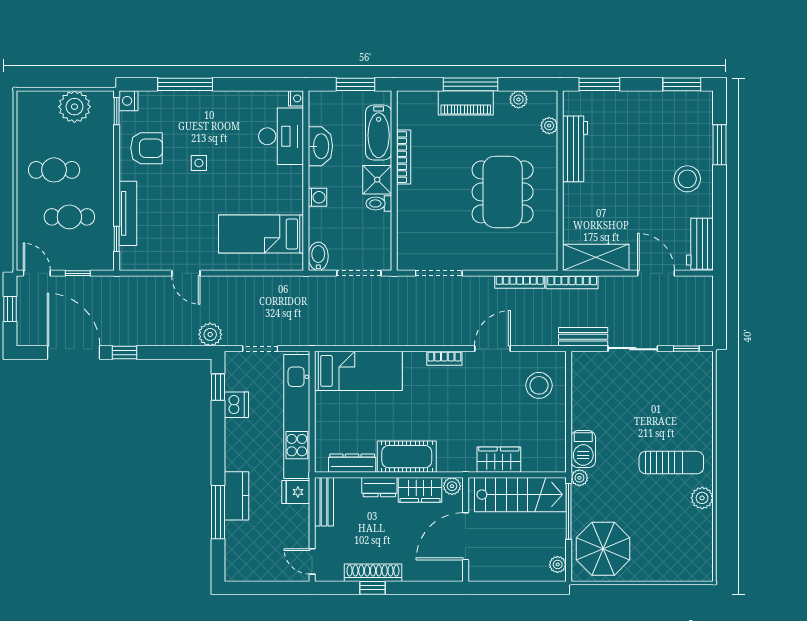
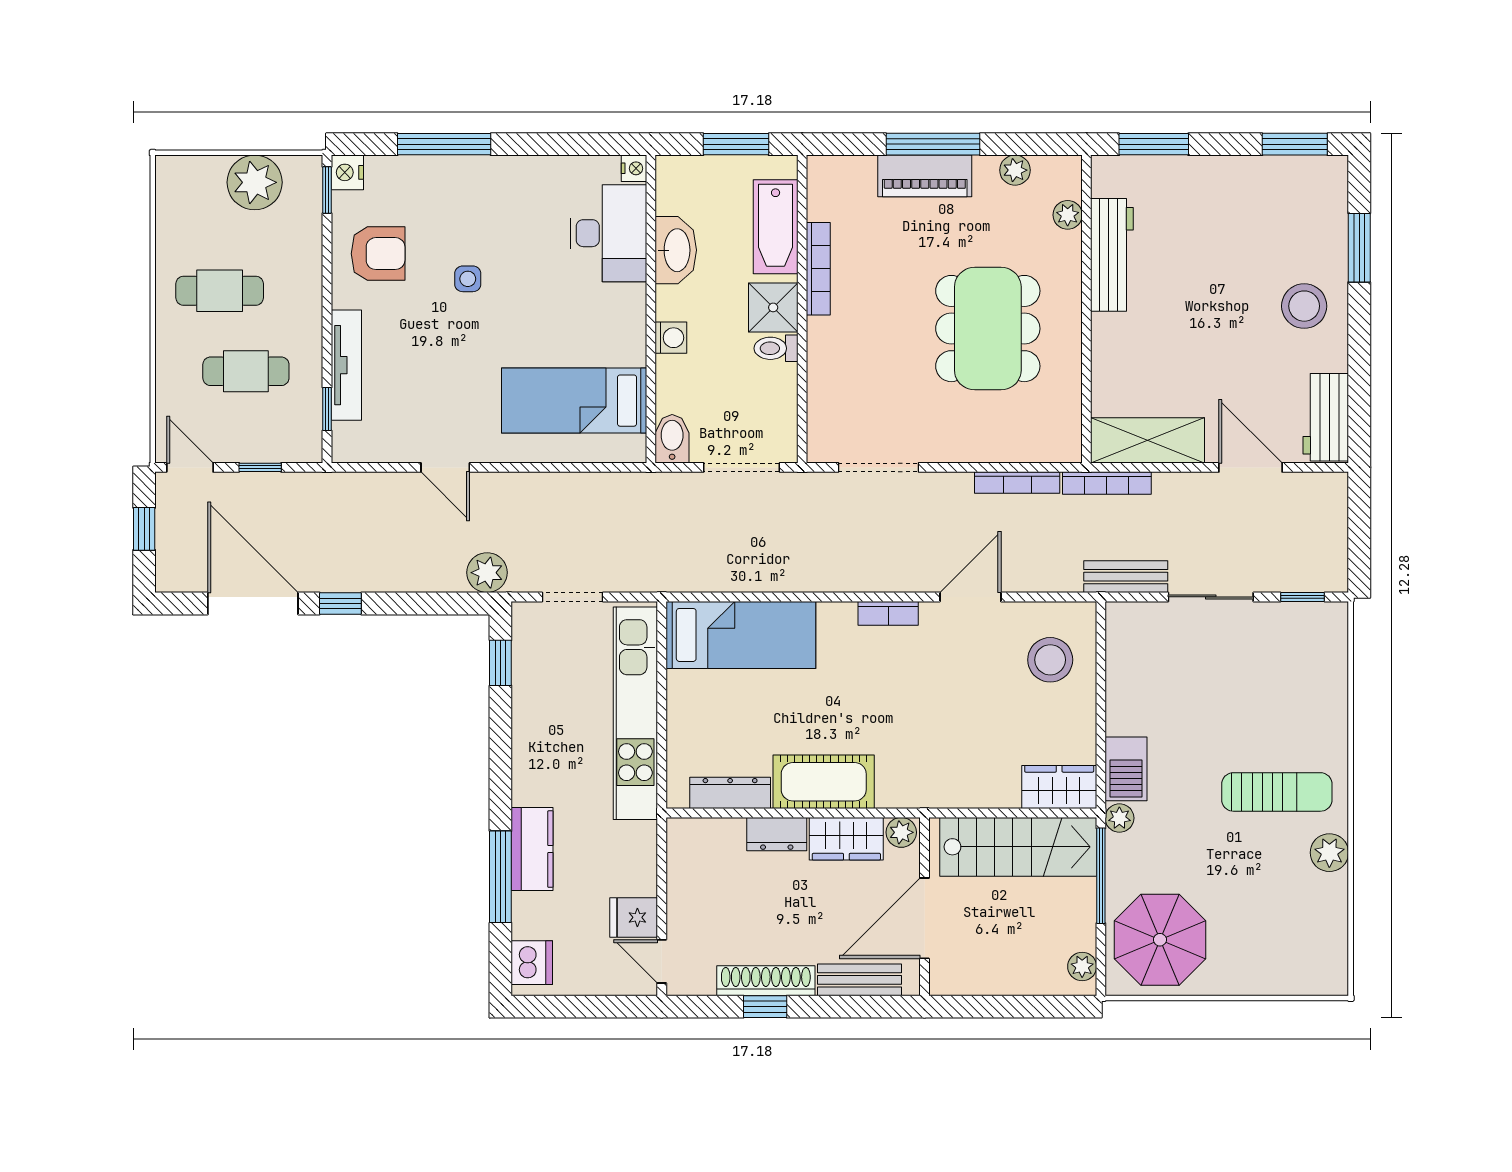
dishwasher: (236, 405) -> (532, 963), moved
wardrobe: (499, 460) -> (1059, 787), moved
fridge: (296, 492) -> (634, 917), moved
bench: (324, 502) -> (860, 980), moved, turned 90

